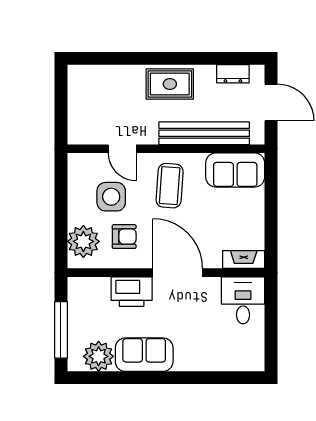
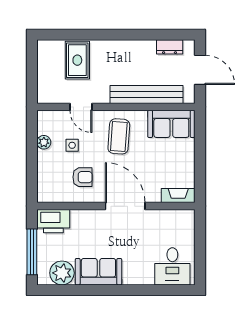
rug: (170, 84) -> (77, 60), moved, turned 90
side table: (111, 197) -> (72, 145), width x0.54, depth x0.54
plant: (83, 241) -> (44, 142), moved, width x0.53, depth x0.53
printer: (132, 292) -> (53, 221), moved
desk: (243, 300) -> (172, 266), moved, turned 180

